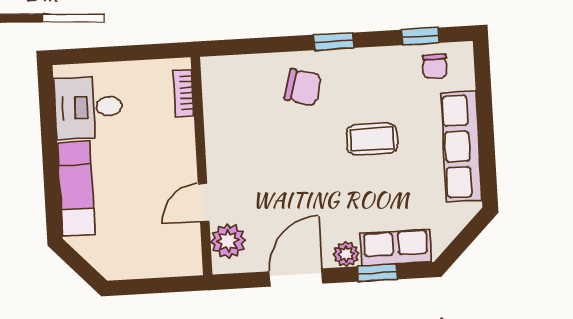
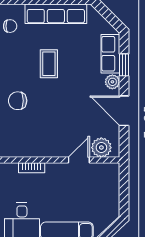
chair: (303, 87) -> (18, 101), turned -106
bookcase: (183, 93) -> (32, 168), moved
door: (204, 202) -> (79, 160), swing flipped

